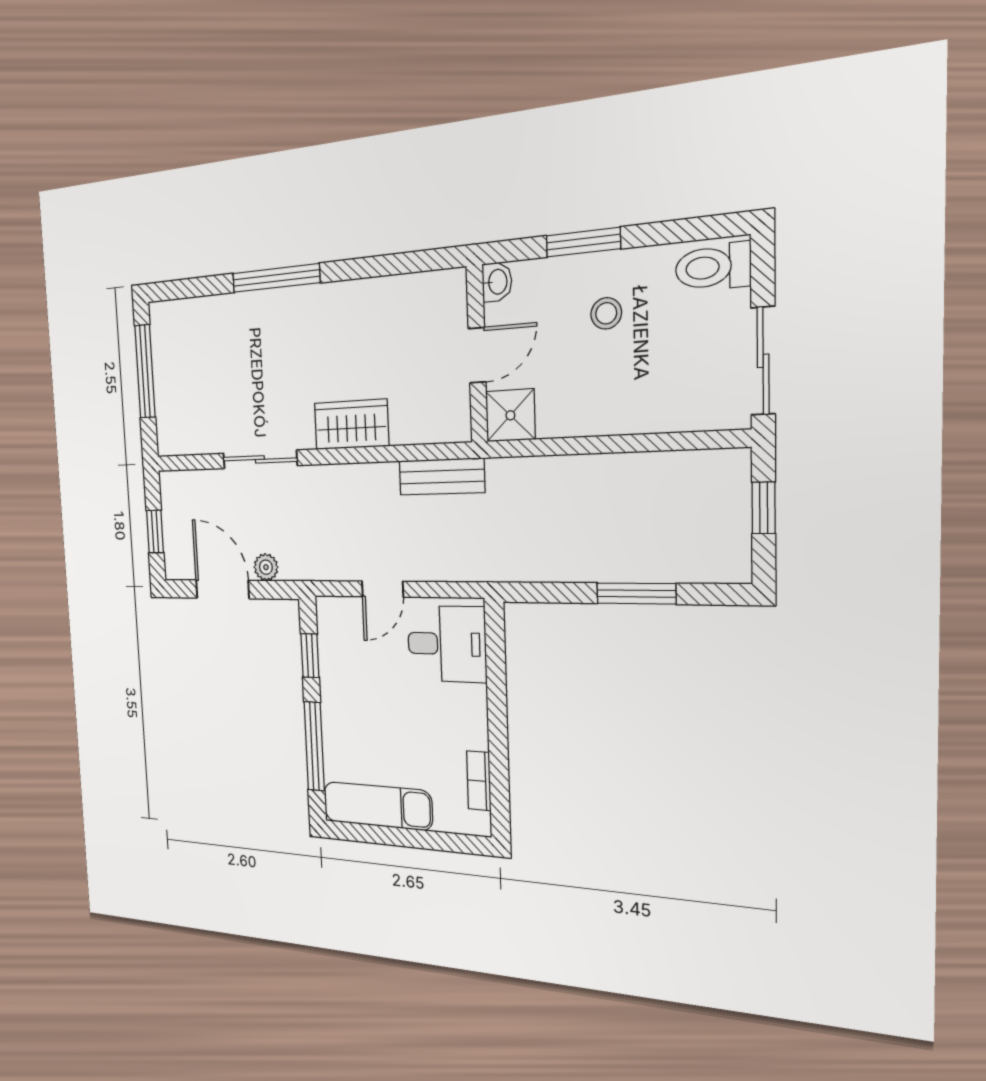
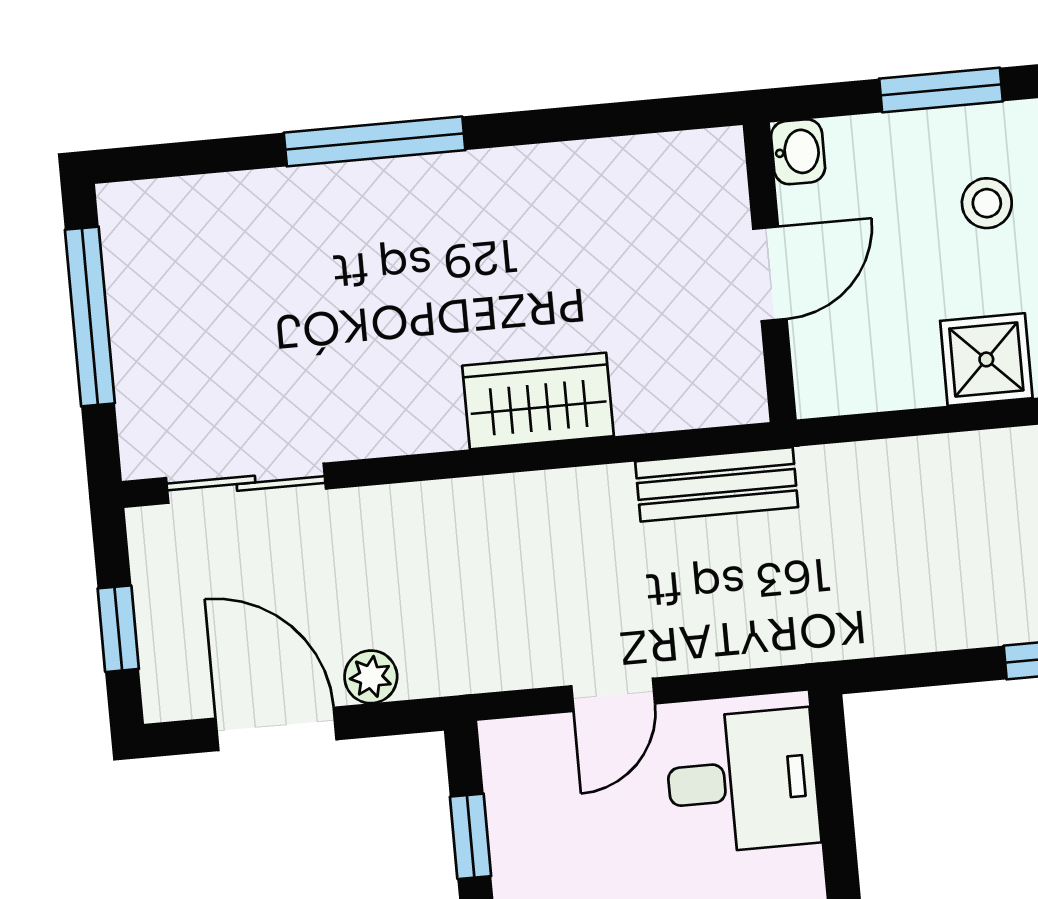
shower: (510, 415) -> (986, 359), moved
sliding door: (260, 459) -> (246, 483), moved

